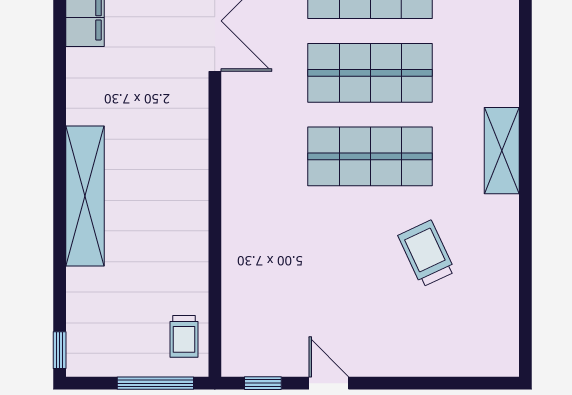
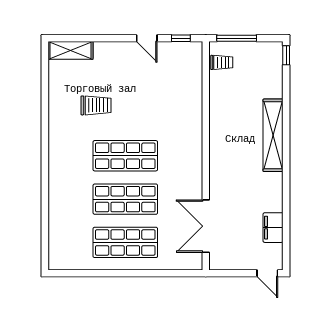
shelving: (502, 151) -> (70, 50), moved, turned 90
trolley: (427, 254) -> (96, 105), turned -65
trolley: (184, 336) -> (222, 62), turned 90

